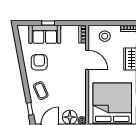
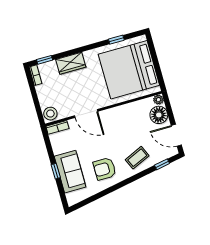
stool: (105, 36) -> (50, 114), moved
door: (87, 60) -> (86, 113), swing flipped

